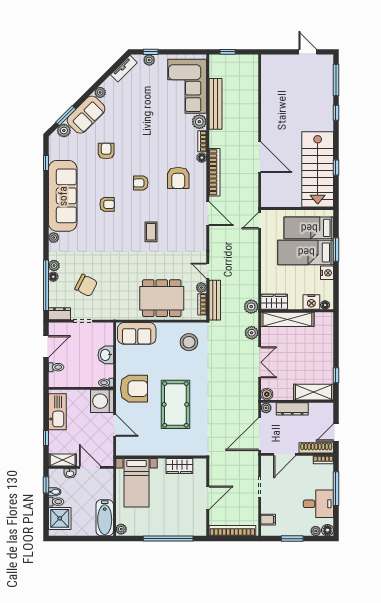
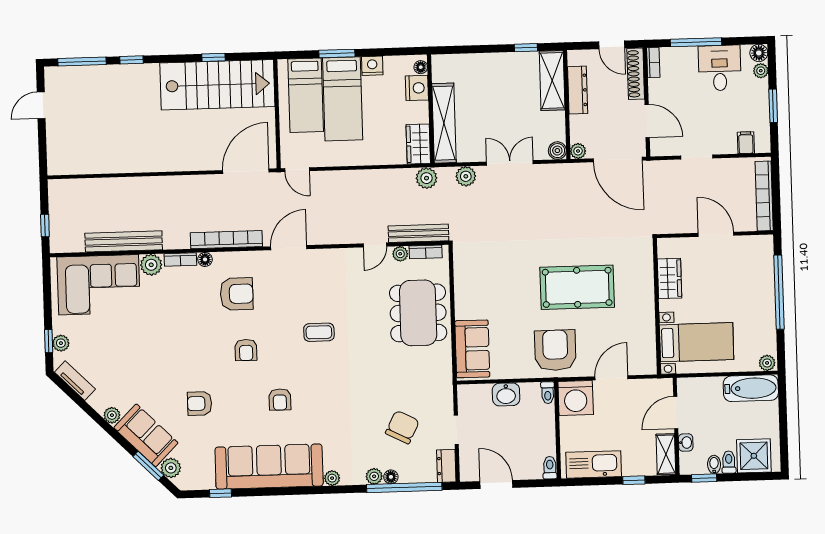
door: (260, 157) -> (246, 171), moved
armchair: (107, 204) -> (280, 399), turned 180
stool: (189, 342) -> (483, 270), removed
toilet: (56, 367) -> (550, 468), moved
dresser: (292, 409) -> (578, 90), moved

